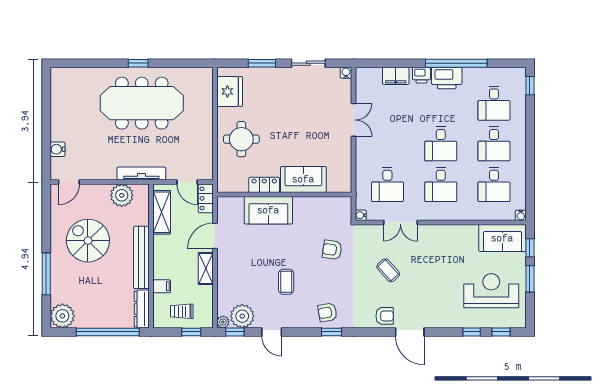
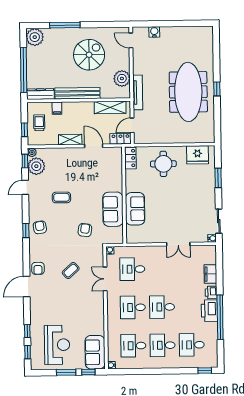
sliding door: (308, 63) -> (219, 221), moved
locker: (264, 185) -> (130, 158), moved
sofa: (268, 210) -> (113, 209), moved

